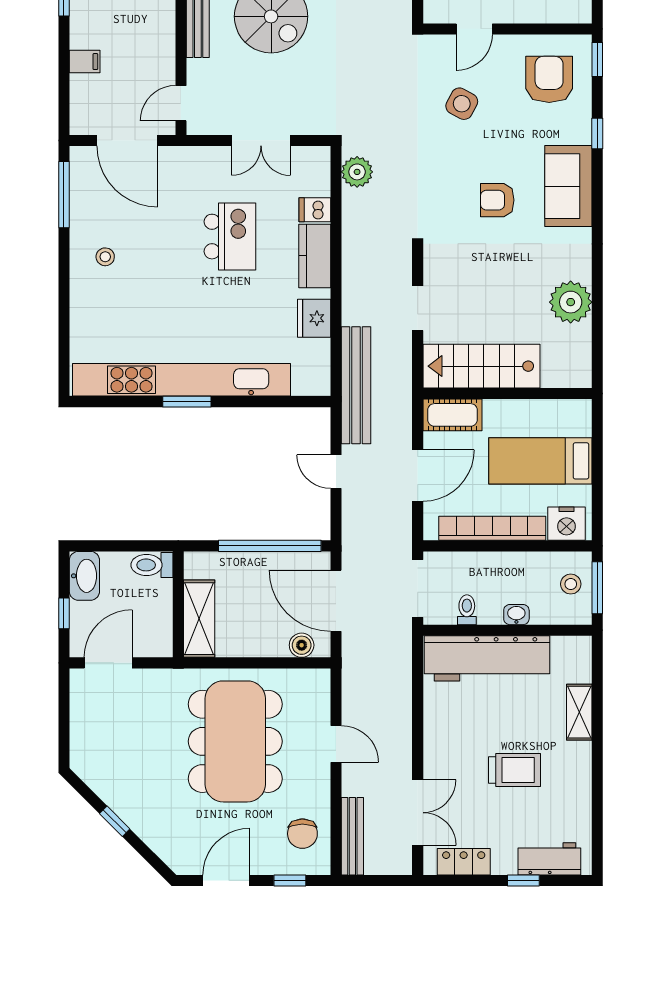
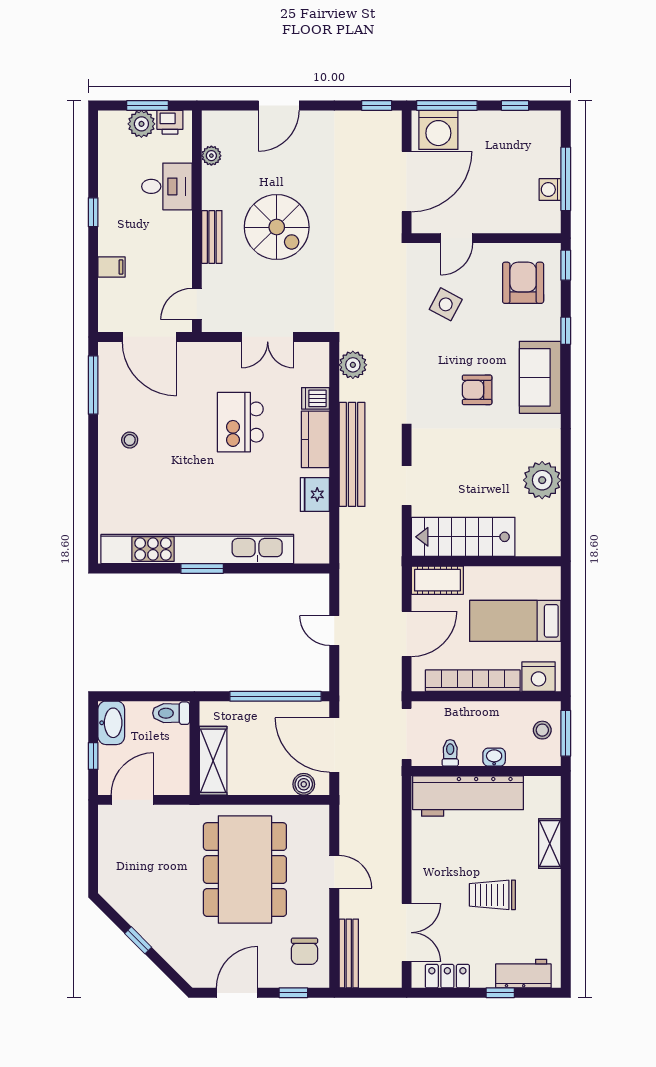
kitchen island: (230, 237) -> (240, 422), turned 180
bench: (356, 385) -> (352, 454), moved
trolley: (514, 770) -> (492, 895), turned 180

